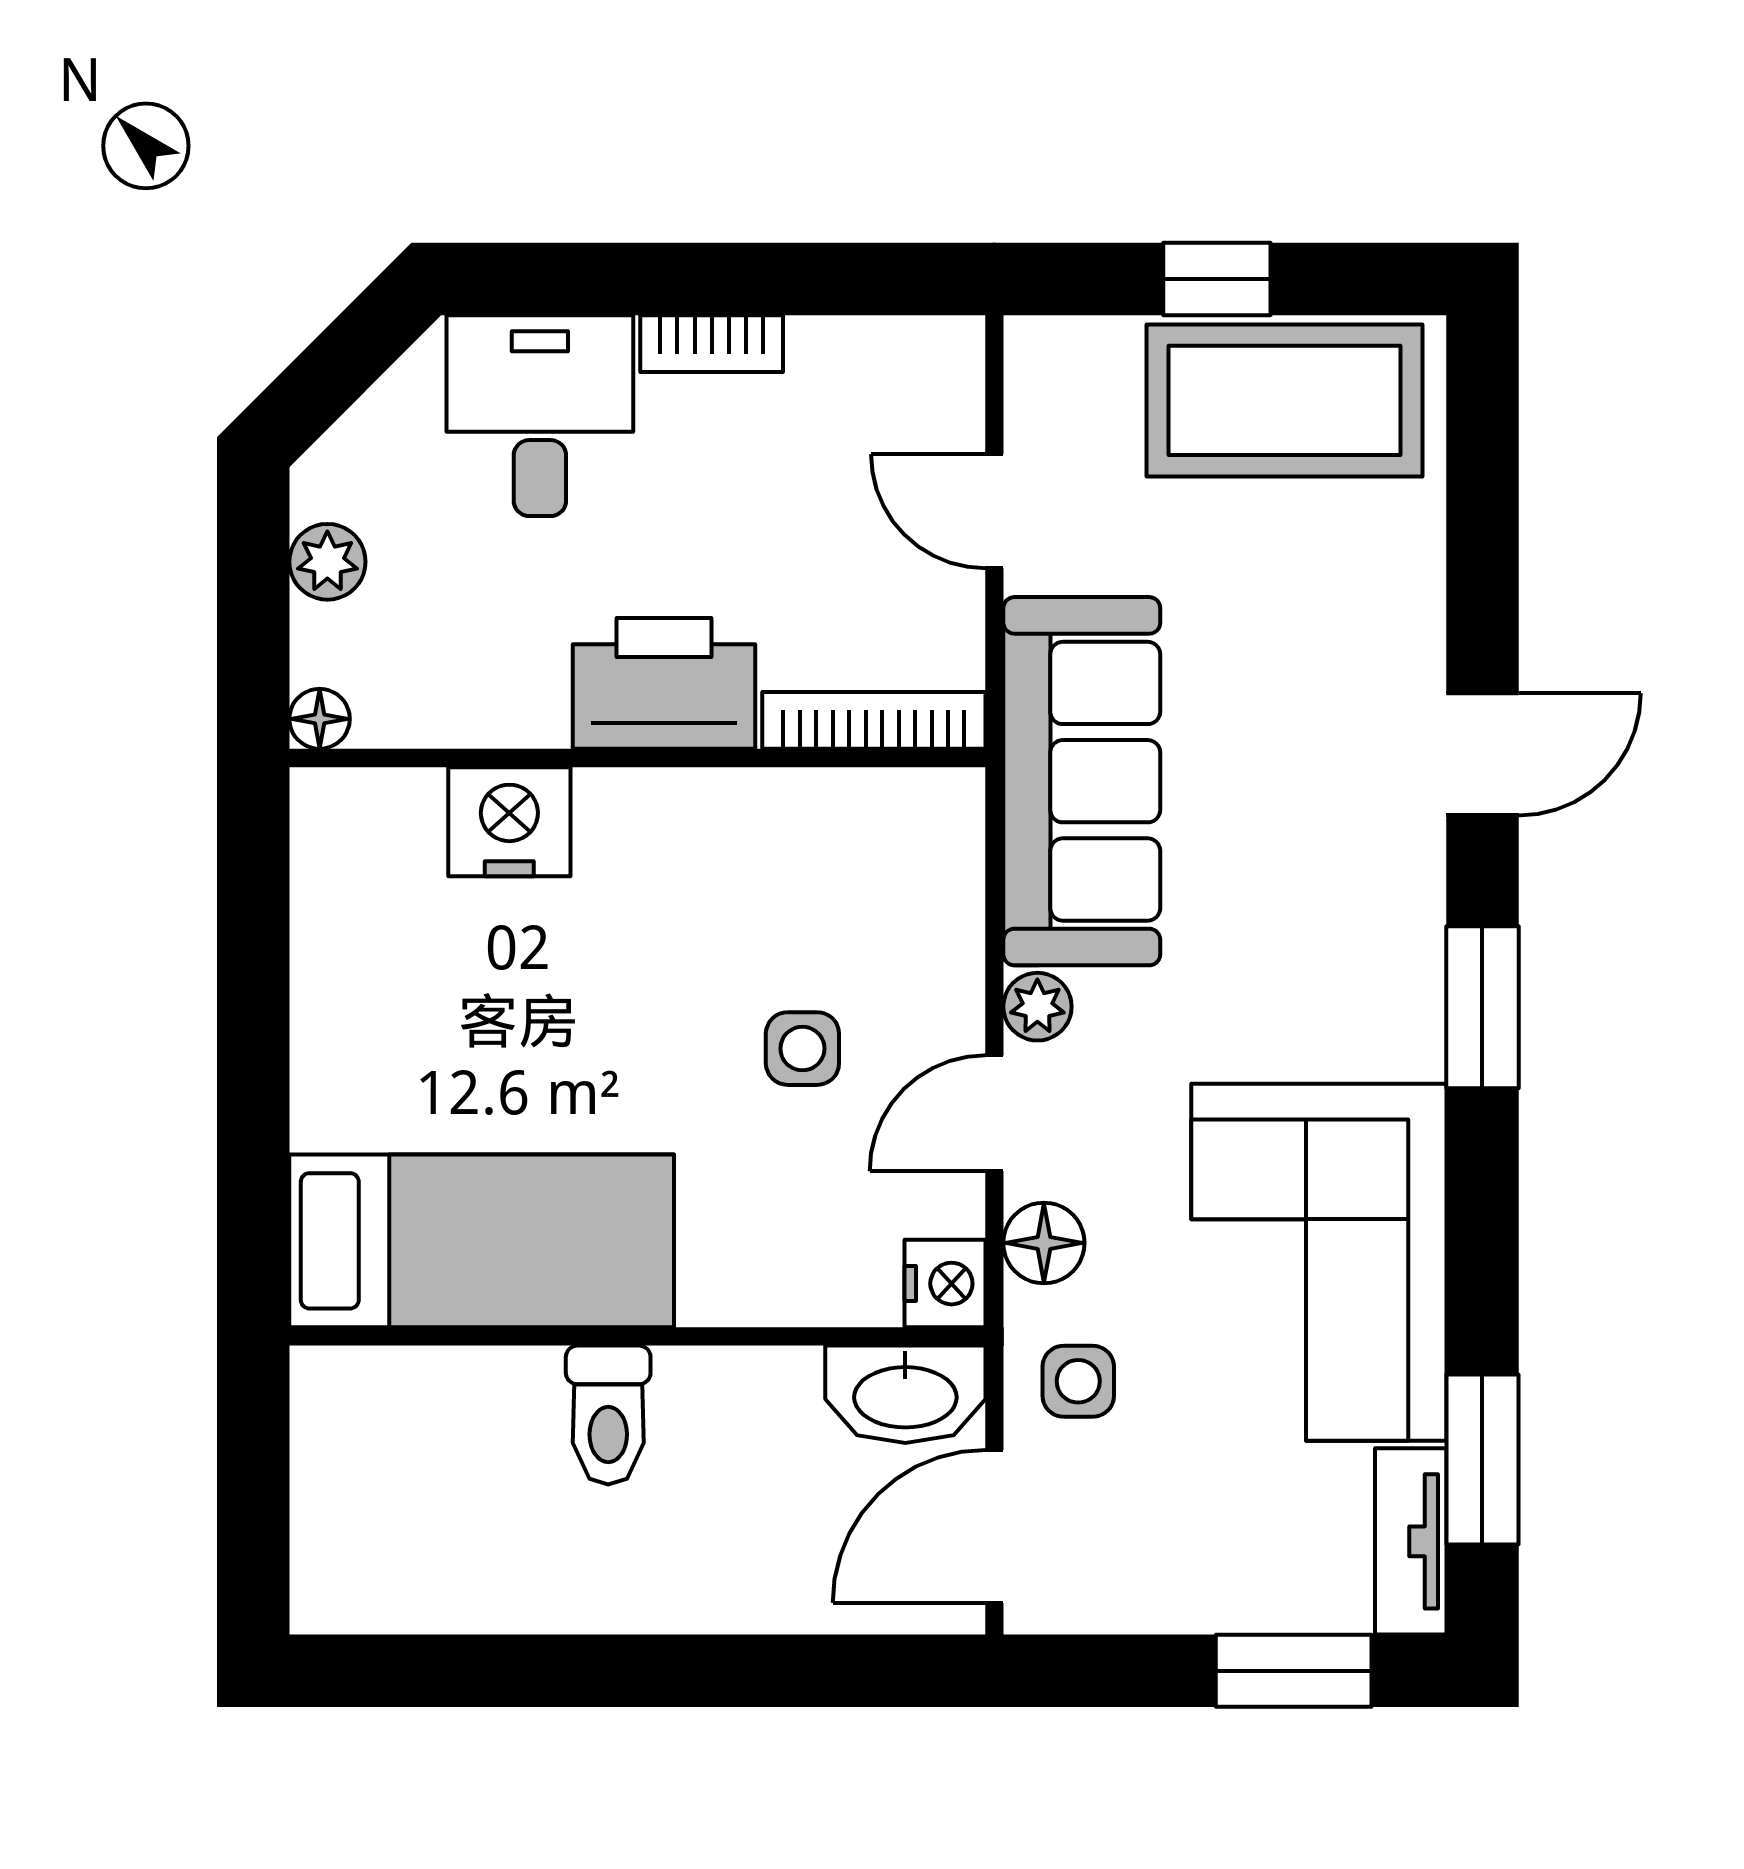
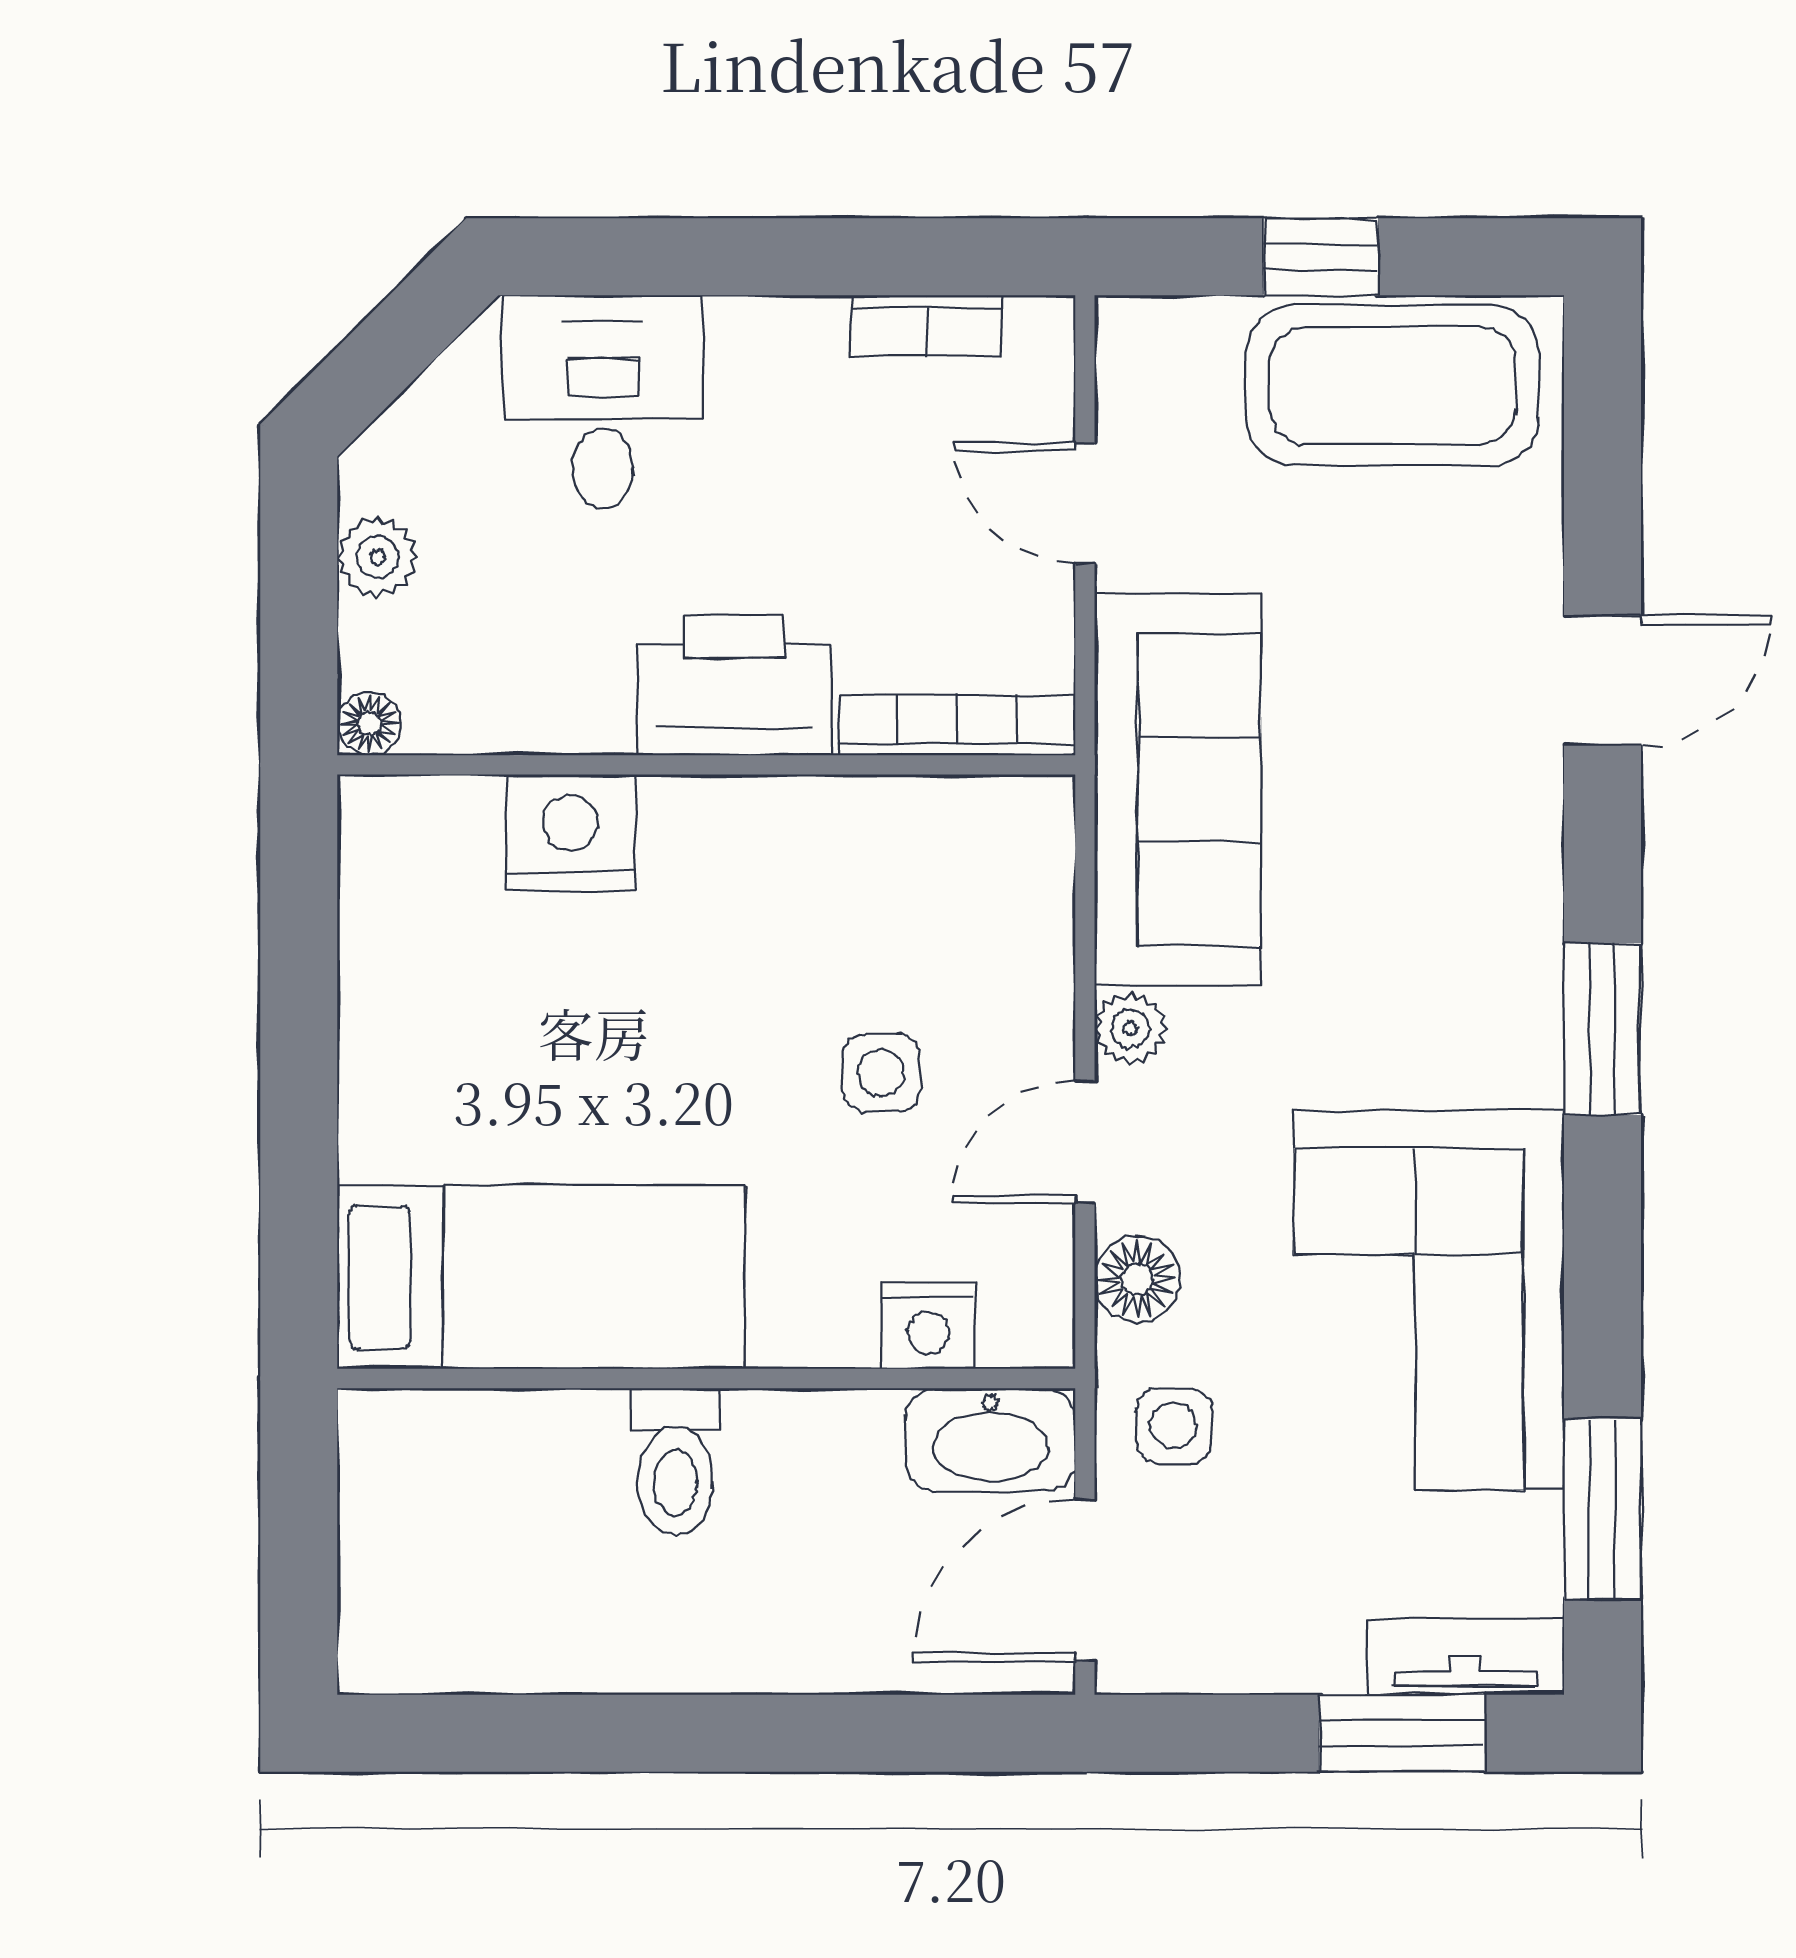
bookcase: (712, 344) -> (926, 325), moved
door: (1482, 754) -> (1603, 680), moved
nightstand: (945, 1284) -> (928, 1326), moved, turned 90
tv unit: (1411, 1541) -> (1465, 1657), moved, turned 90

